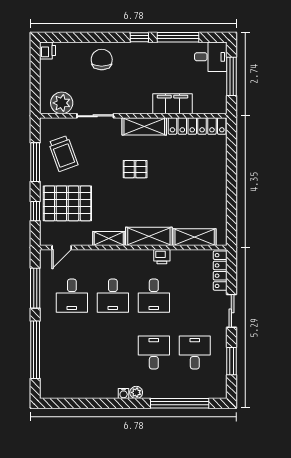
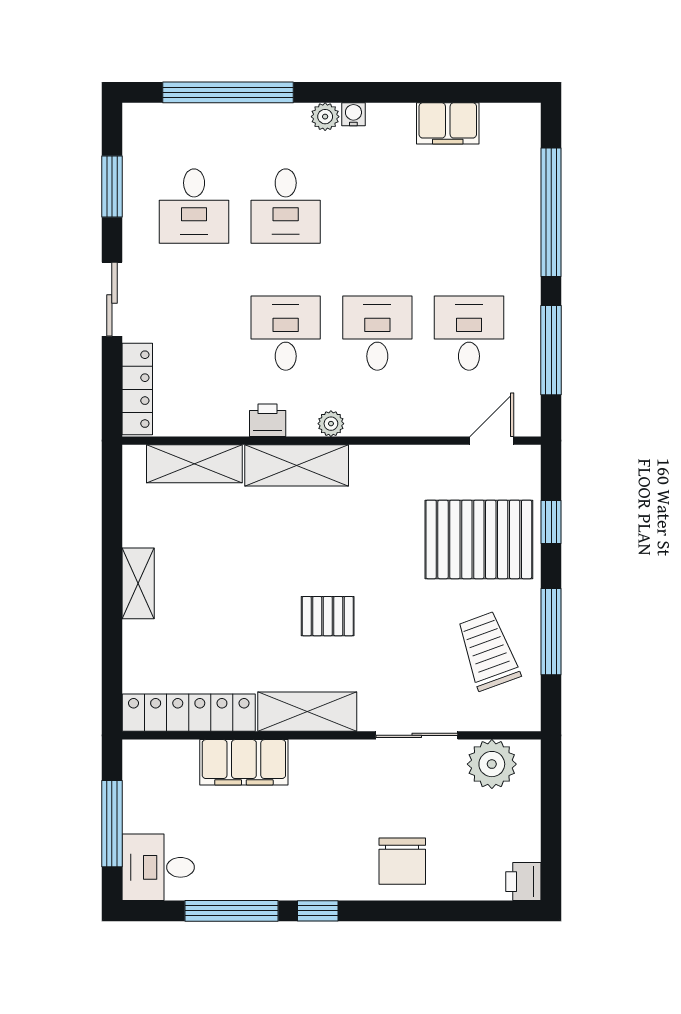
shelving: (109, 239) -> (138, 583), moved, turned 90
plant: (134, 255) -> (331, 424), added
filing cabinet: (81, 389) -> (448, 123), added

